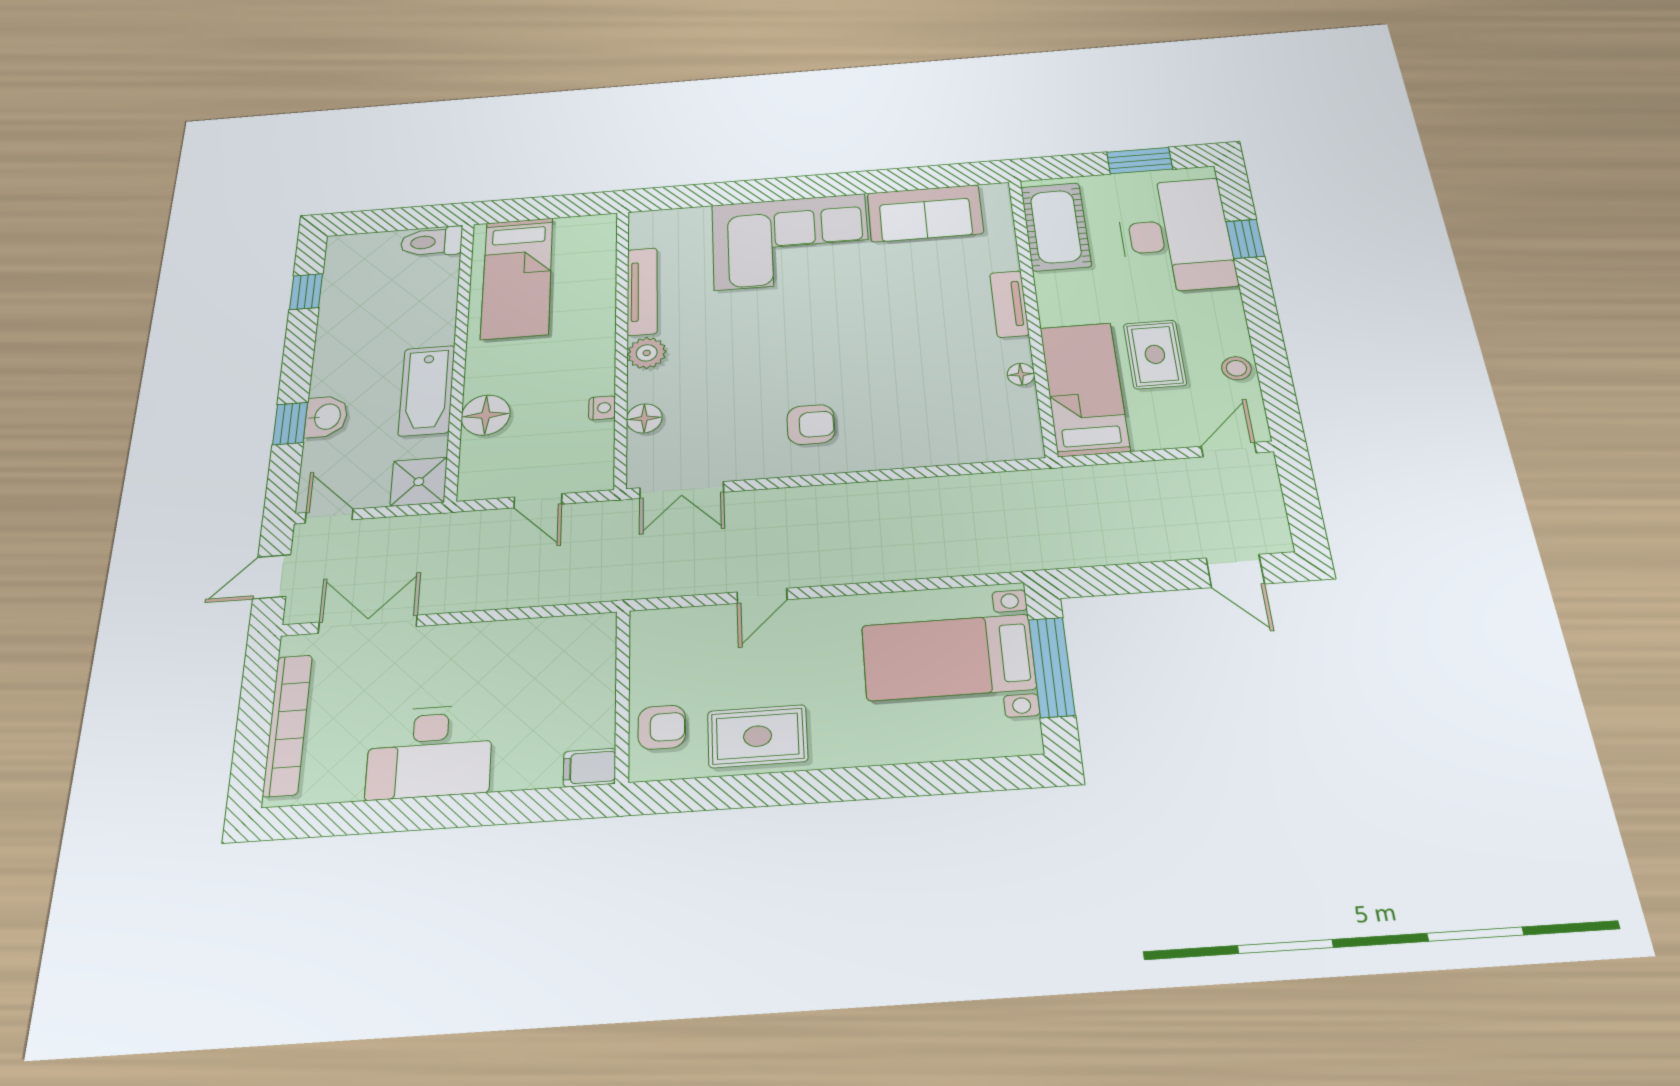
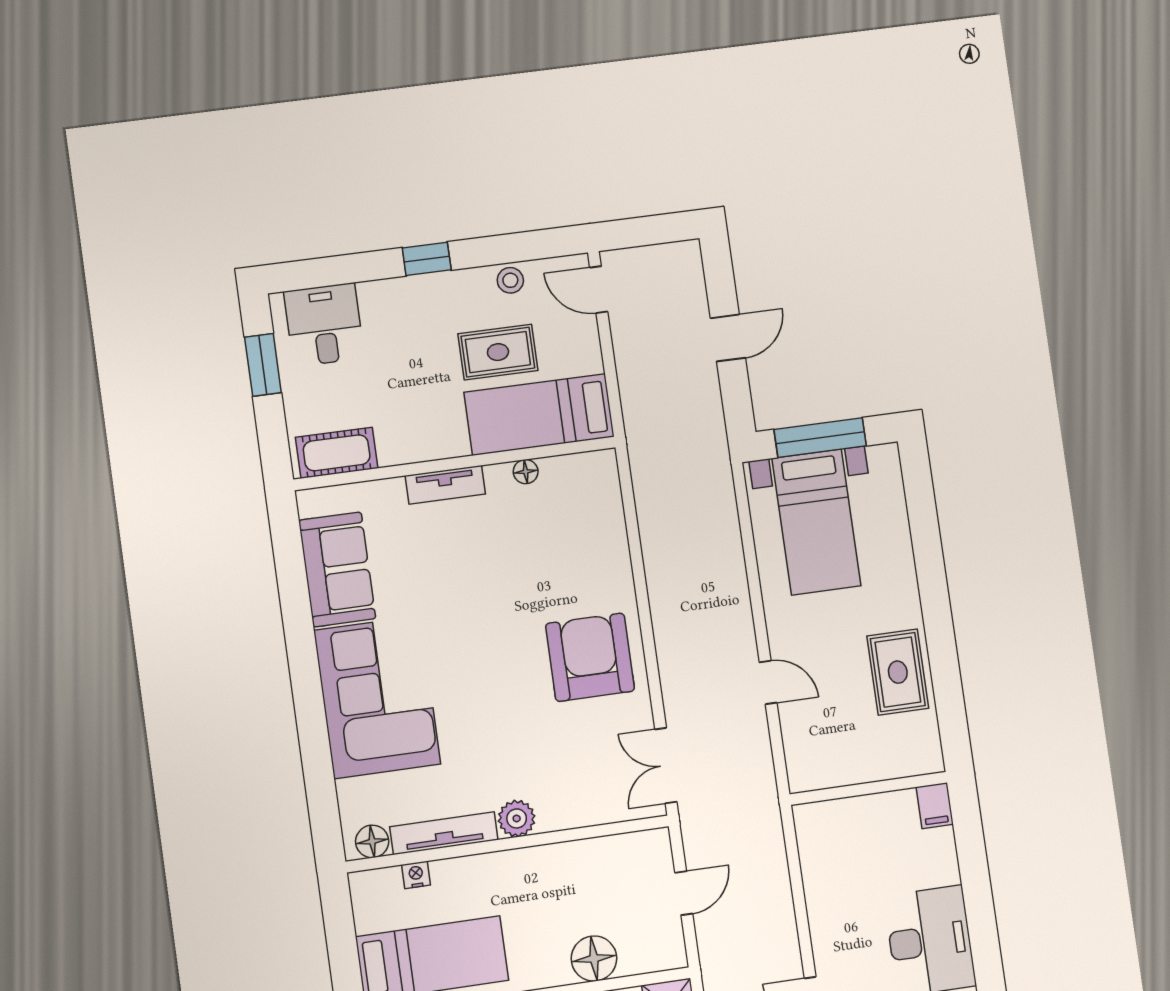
cot: (1056, 227) -> (337, 453), width x0.73, depth x0.75
desk: (1175, 235) -> (324, 325), width x0.53, depth x0.77
window: (1245, 239) -> (427, 259), moved
nightstand: (602, 408) -> (416, 875), moved
floor lamp: (644, 418) -> (372, 841), moved
armchair: (811, 425) -> (590, 657), width x1.88, depth x1.88
double door: (682, 490) -> (666, 766), swing flipped
door: (1235, 571) -> (728, 338), moved
armchair: (662, 727) -> (895, 752), removed

